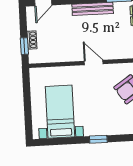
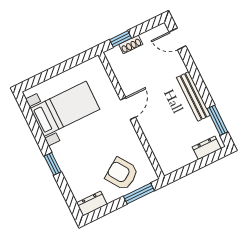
door: (94, 63) -> (128, 109), moved

